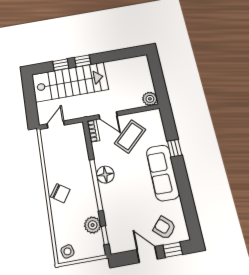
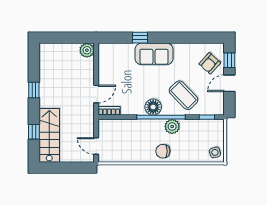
window: (83, 61) -> (34, 90), moved
stairs: (70, 82) -> (49, 135), width x0.73, depth x0.66
coffee table: (130, 136) -> (184, 95), moved
sofa: (163, 173) -> (154, 54), width x0.73
chair: (60, 193) -> (163, 151), turned -124
plant: (93, 225) -> (172, 127), moved

